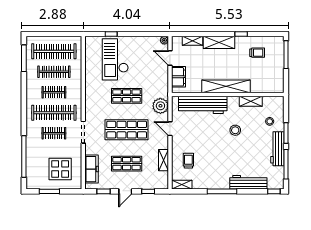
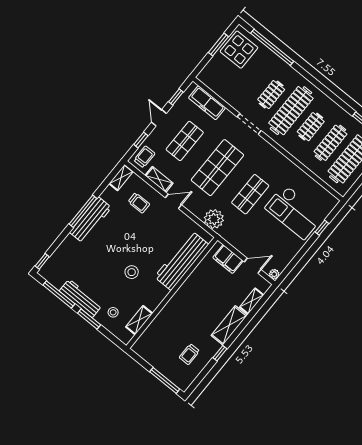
checkout: (115, 59) -> (294, 212), turned 180
shelving: (226, 86) -> (181, 298), removed
shelving: (251, 101) -> (139, 320), moved
door: (170, 129) -> (173, 201), moved
display table: (60, 169) -> (239, 50), moved
trolley: (157, 181) -> (144, 157), added
workbench: (248, 182) -> (91, 220), moved

